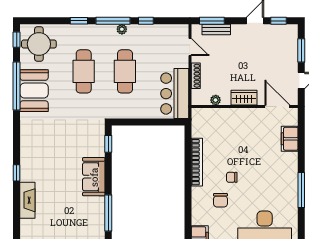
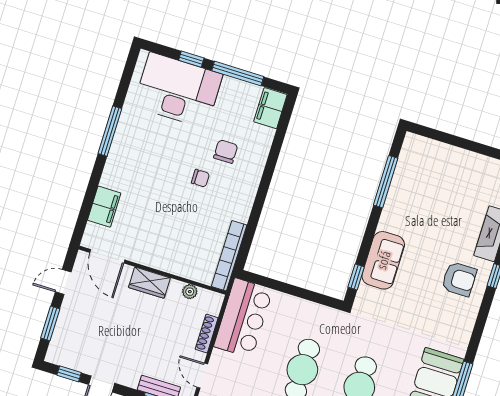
bookcase: (197, 162) -> (229, 256), moved
armchair: (40, 164) -> (459, 279), added
sofa: (94, 177) -> (383, 260), moved

